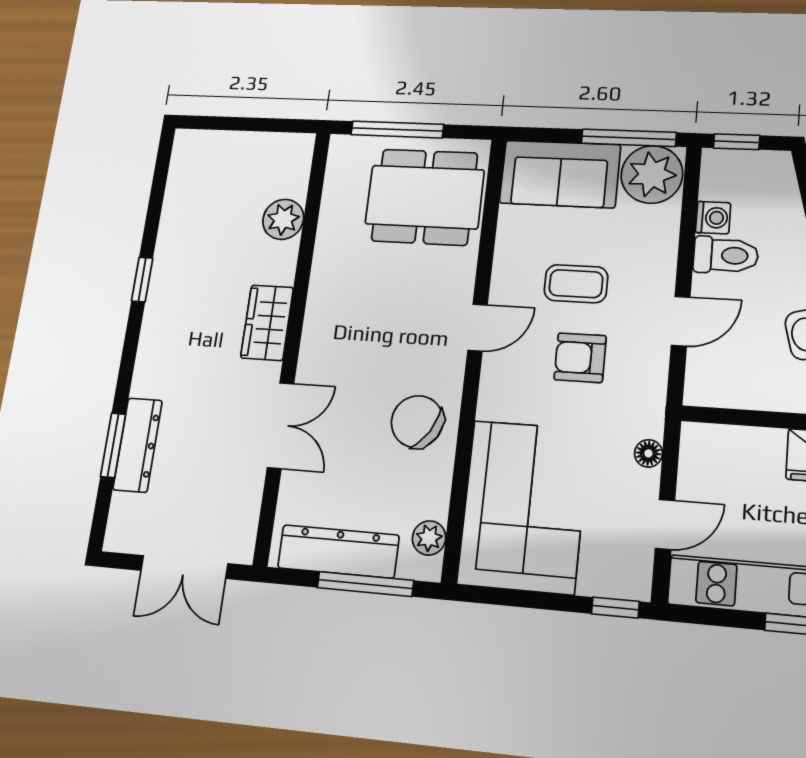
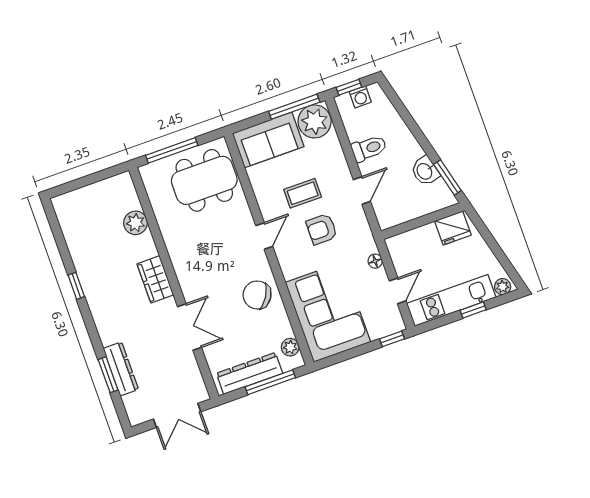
washing machine: (713, 218) -> (360, 97), moved, turned 90

